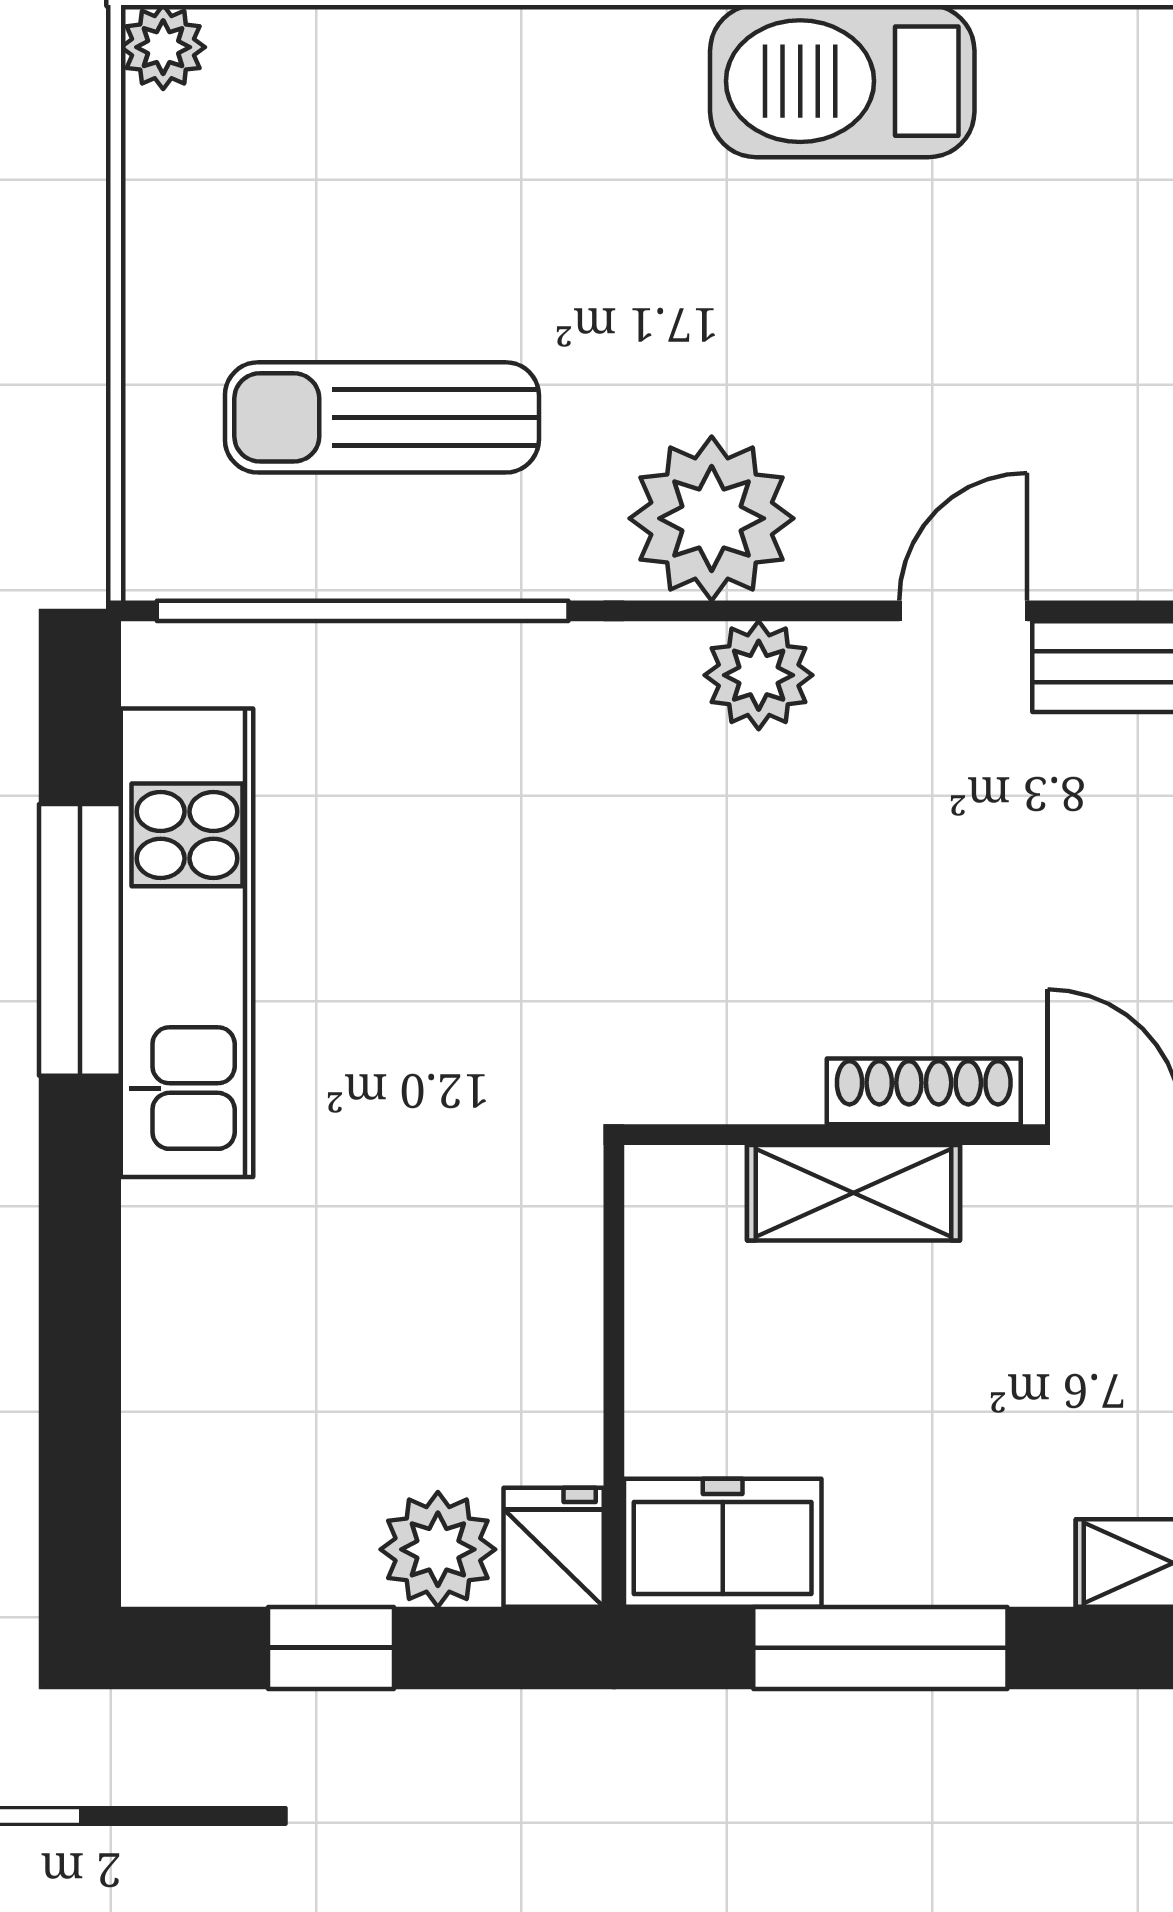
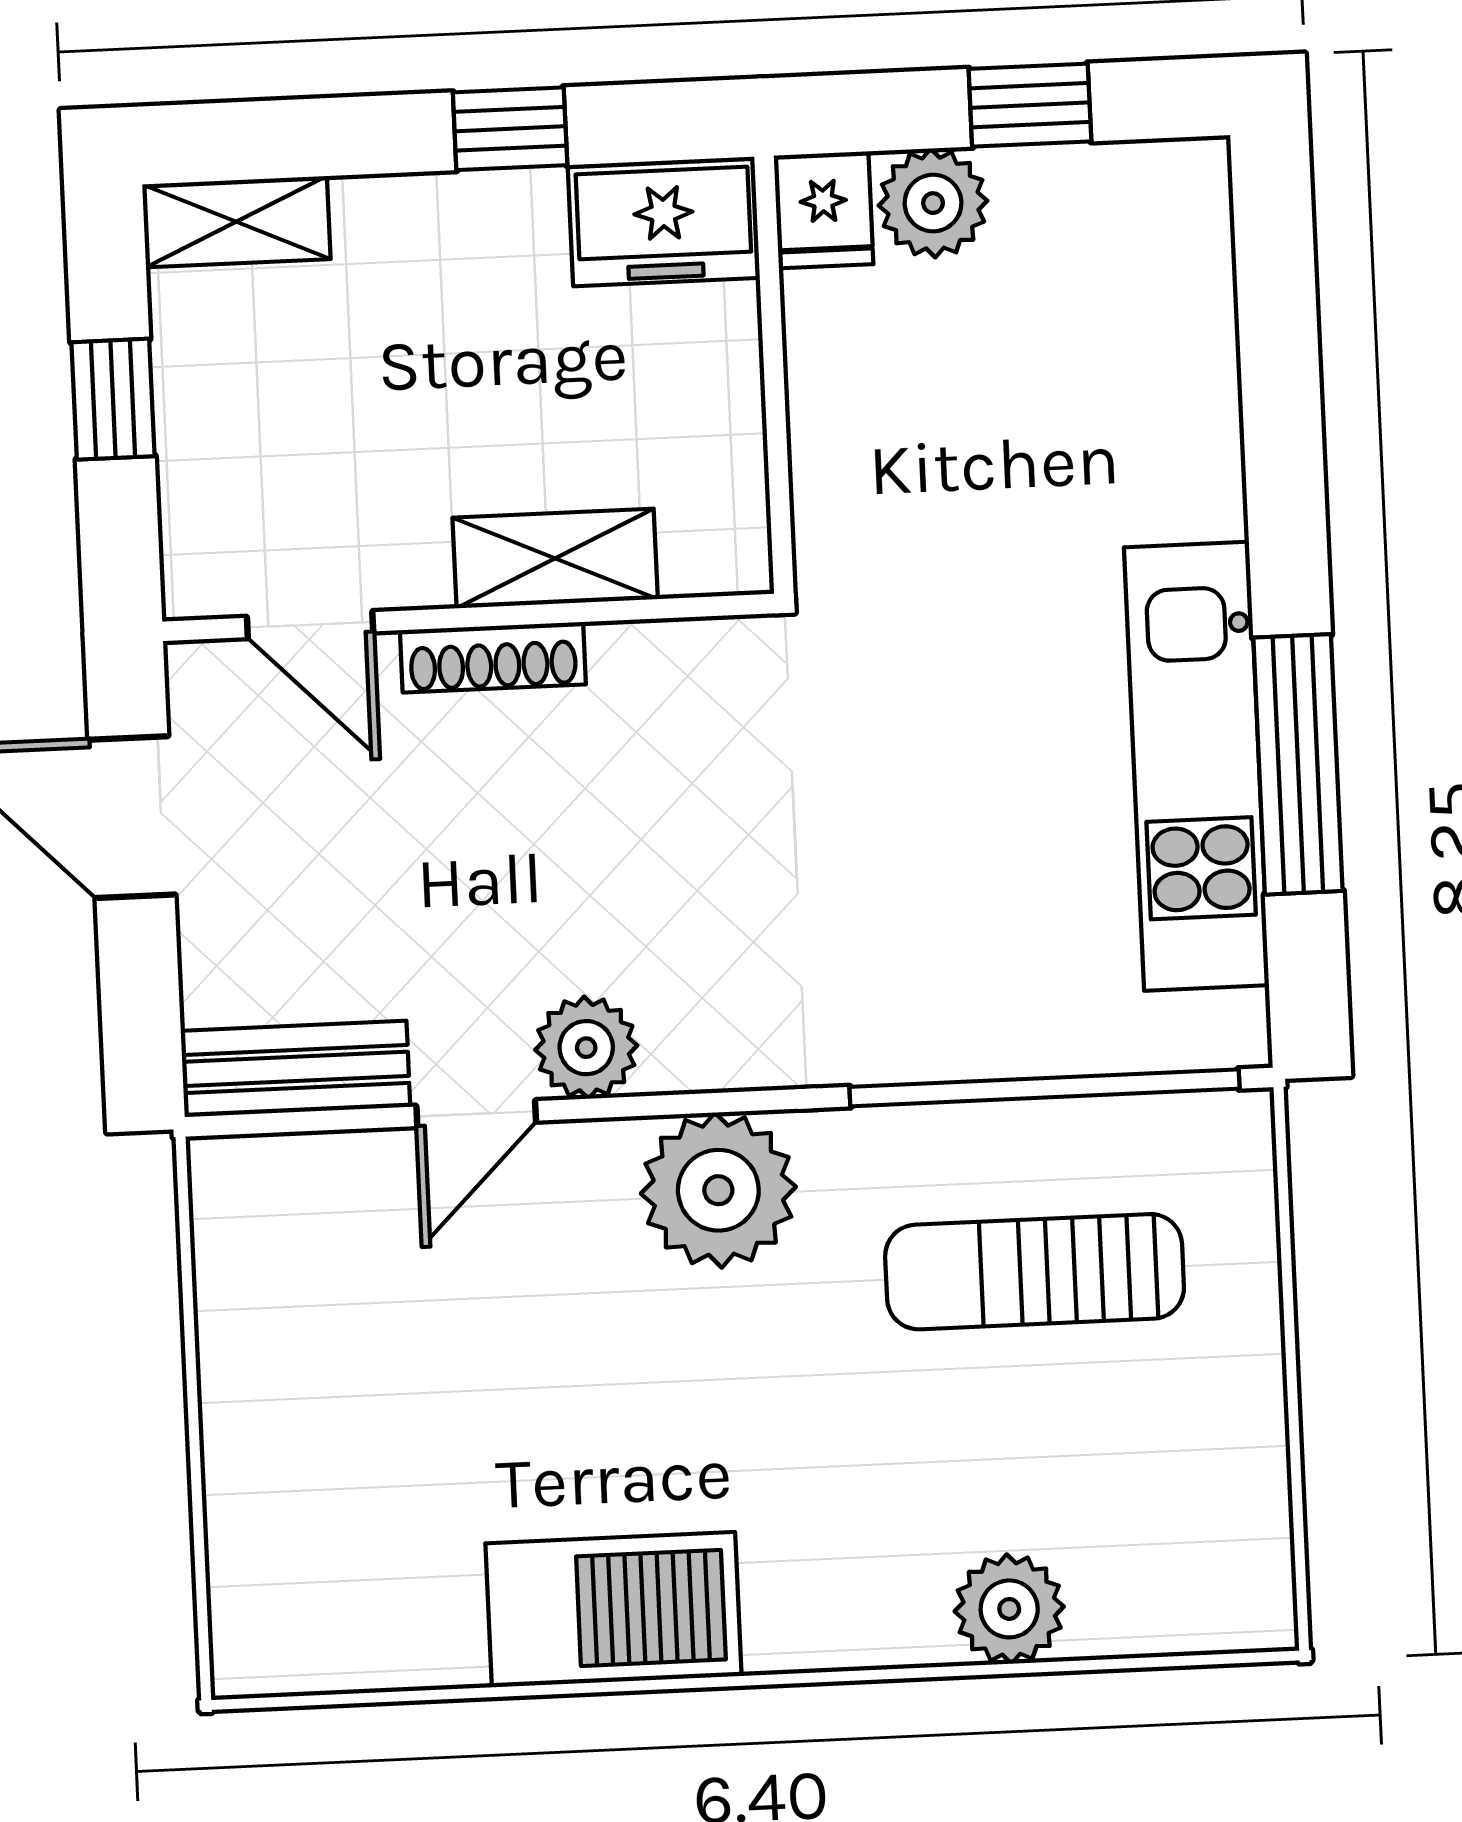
plant: (163, 47) -> (1009, 1609), moved, width x1.38, depth x1.38
sun lounger: (382, 417) -> (1035, 1272), turned 180
plant: (759, 675) -> (586, 1048), moved
window: (880, 1648) -> (510, 129), width x0.46

